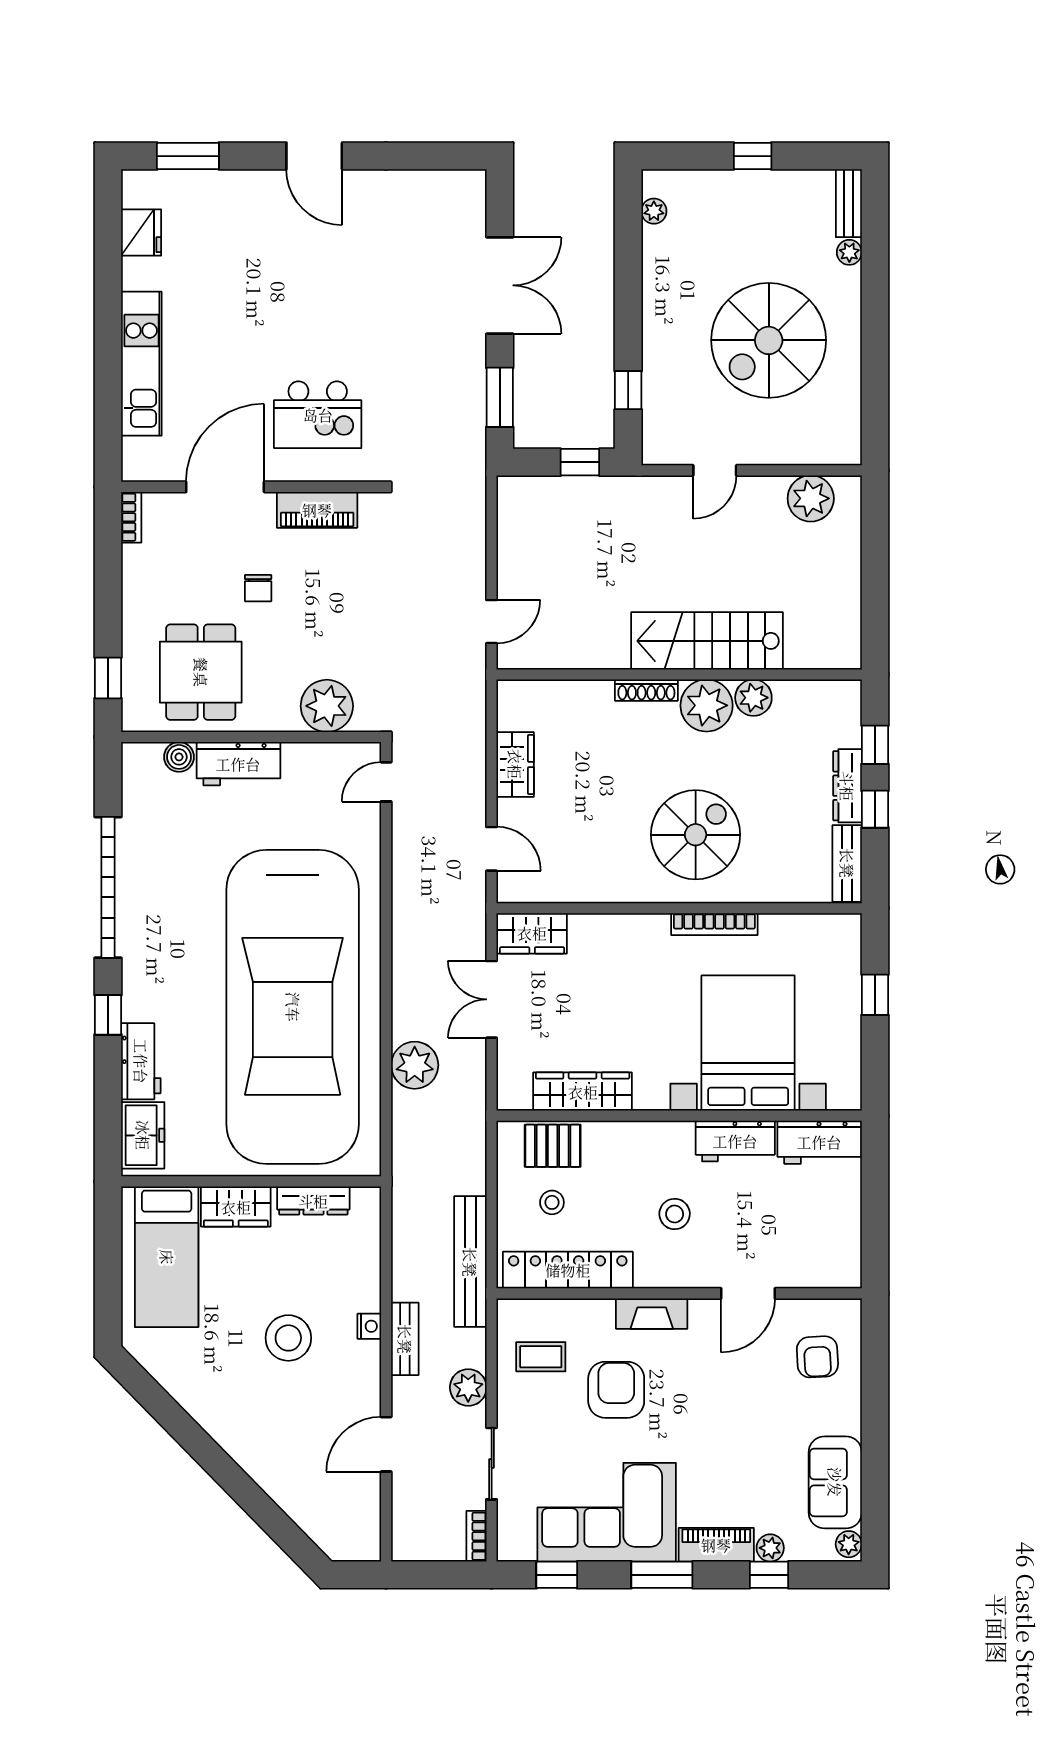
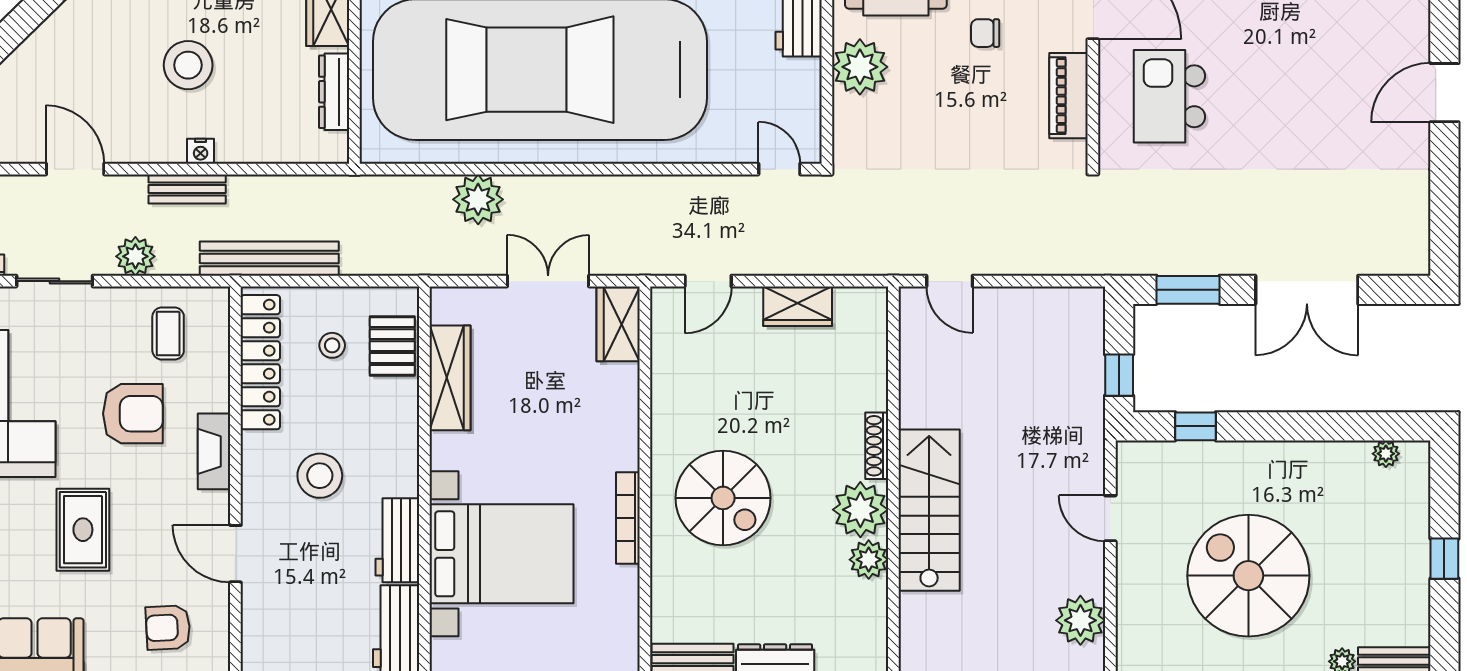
plant: (327, 706) -> (860, 67), moved
stool: (675, 1214) -> (320, 476), width x1.38, depth x1.38
rug: (725, 1437) -> (83, 530), added

